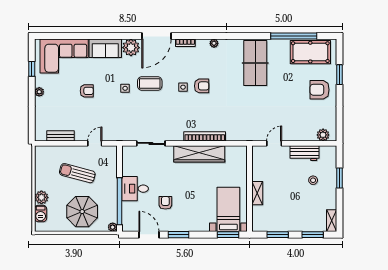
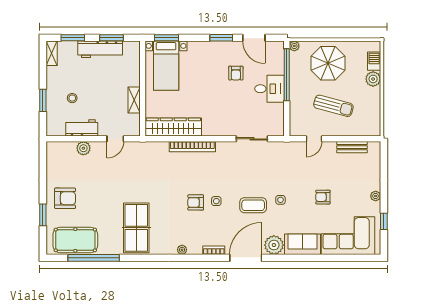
plant: (323, 135) -> (83, 148), moved
wardrobe: (199, 154) -> (173, 127), moved
shelving: (257, 193) -> (134, 100), moved
workbench: (288, 224) -> (100, 49), added

